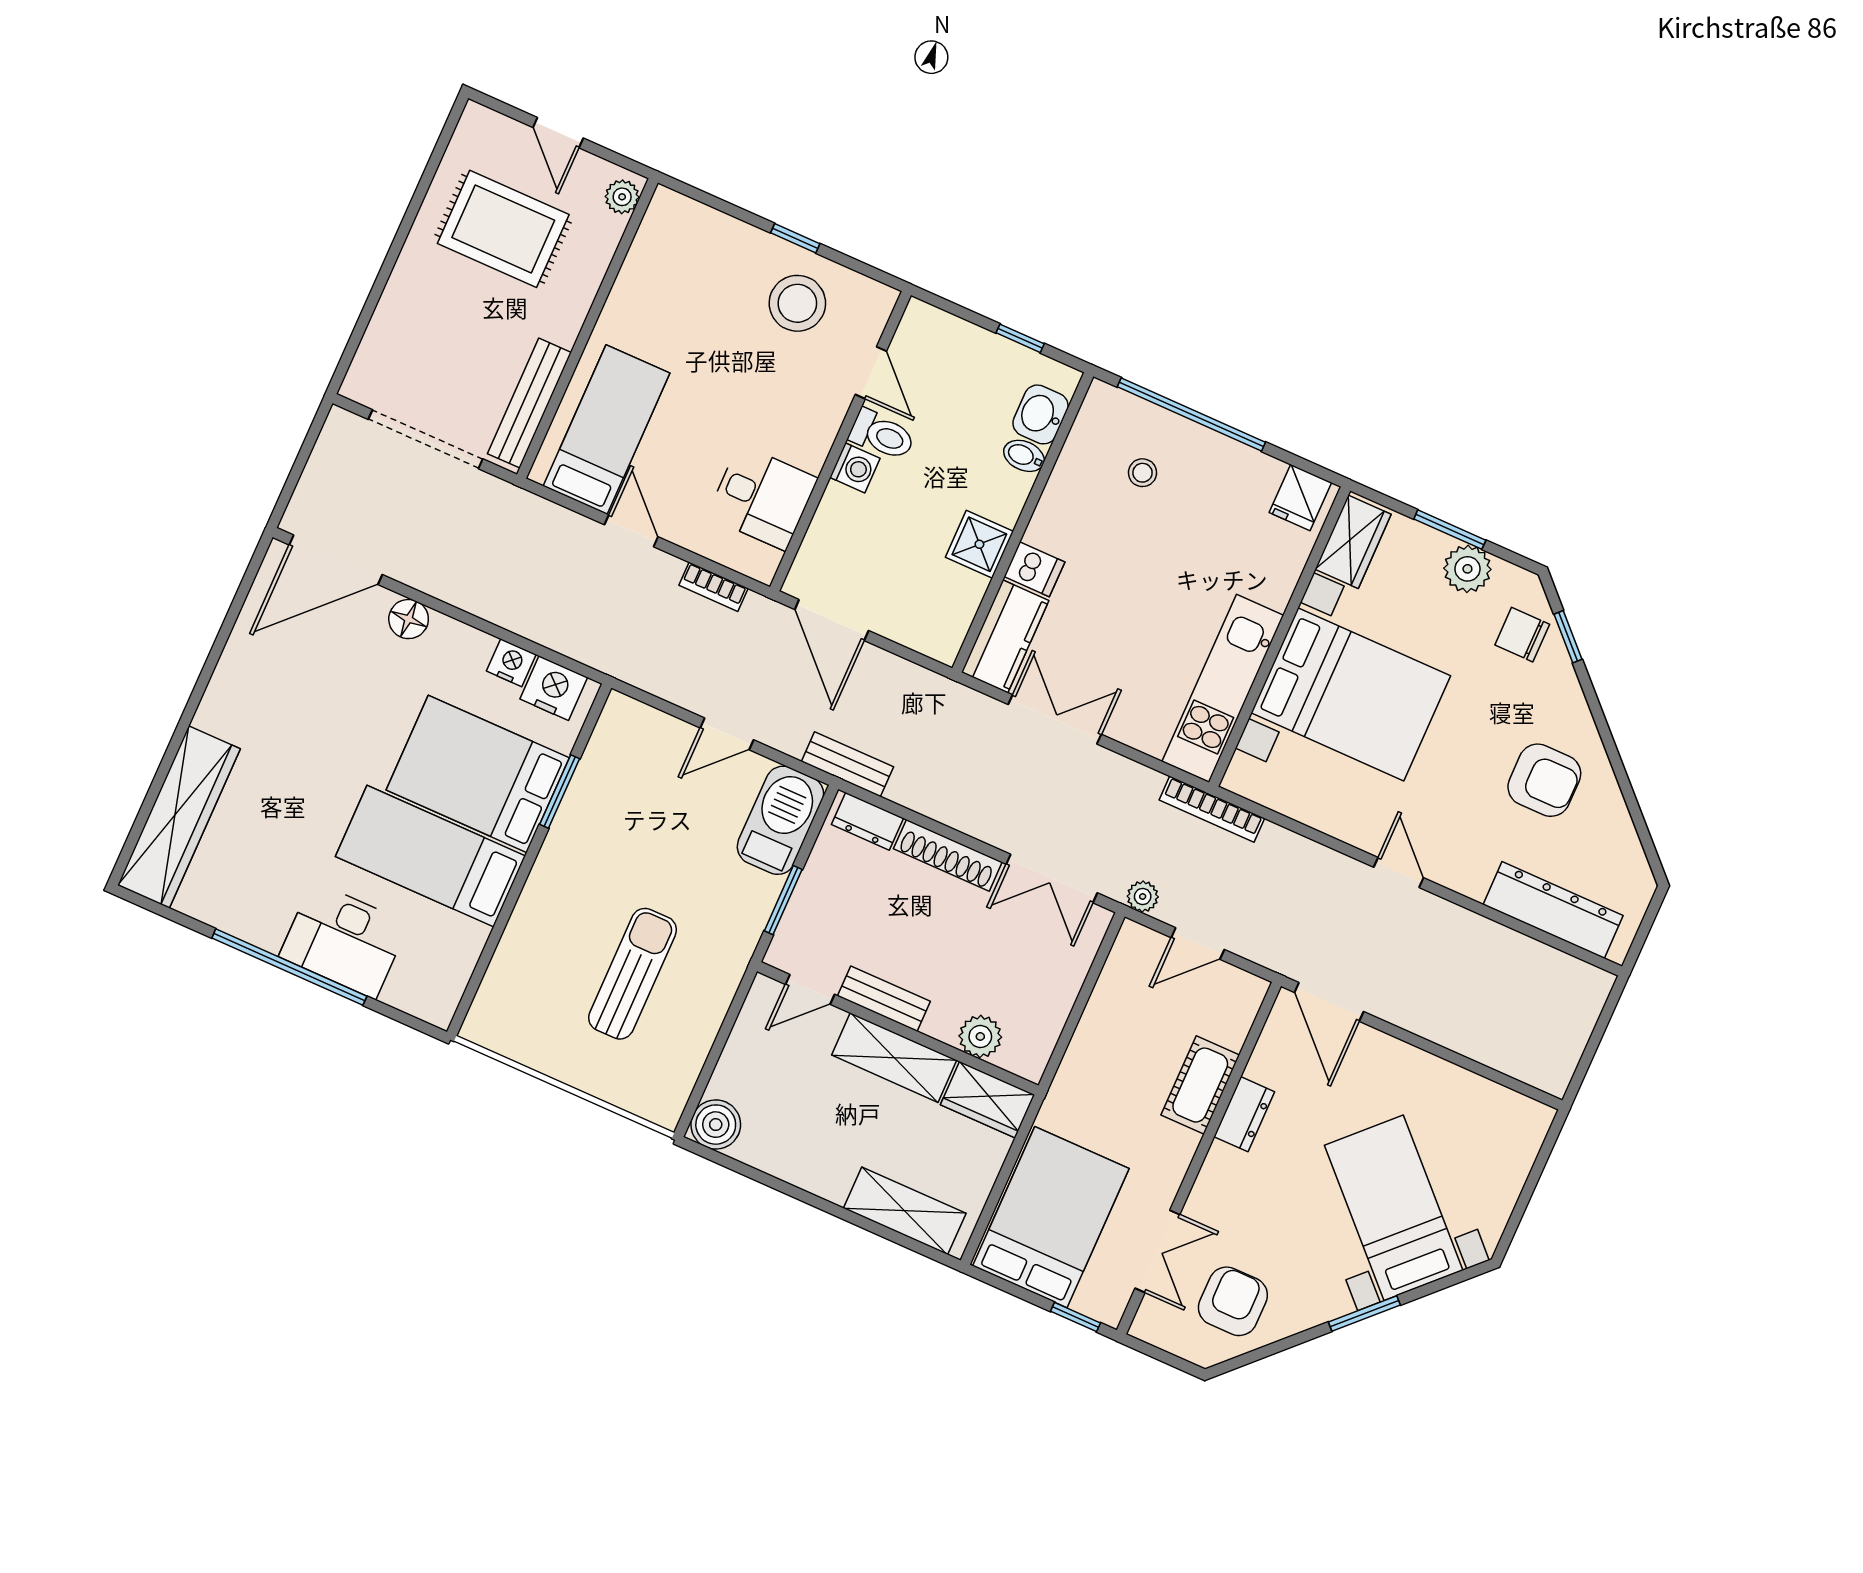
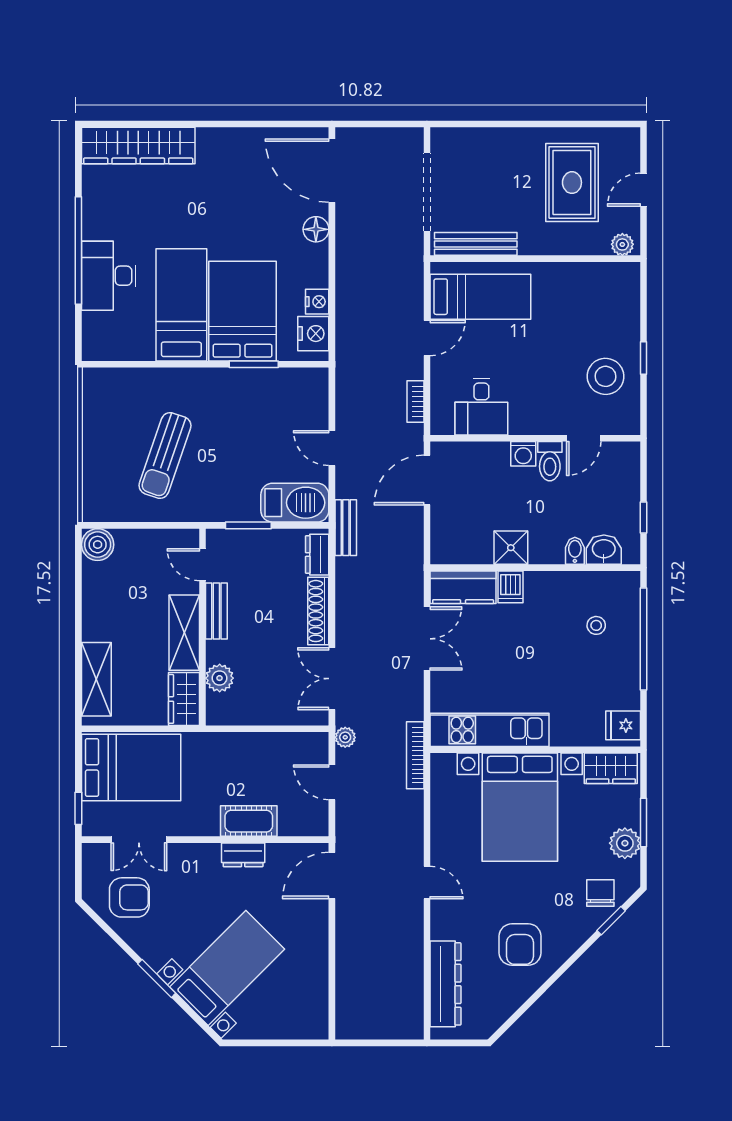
door: (1399, 872) -> (427, 883), hinge flipped
sun lounger: (633, 974) -> (165, 455), turned 109

